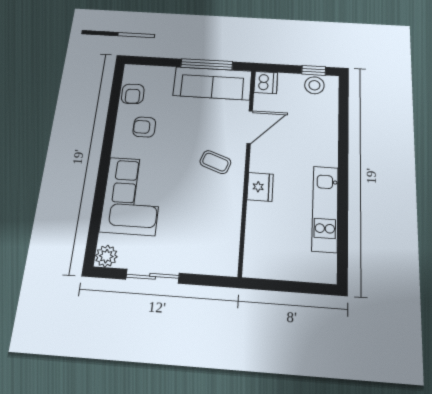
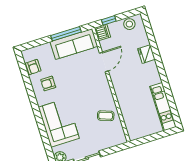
window: (314, 70) -> (109, 20), moved
coffee table: (215, 162) -> (106, 116), moved
fridge: (260, 187) -> (146, 54), moved, turned 180
kitchen unit: (325, 209) -> (163, 107), moved

